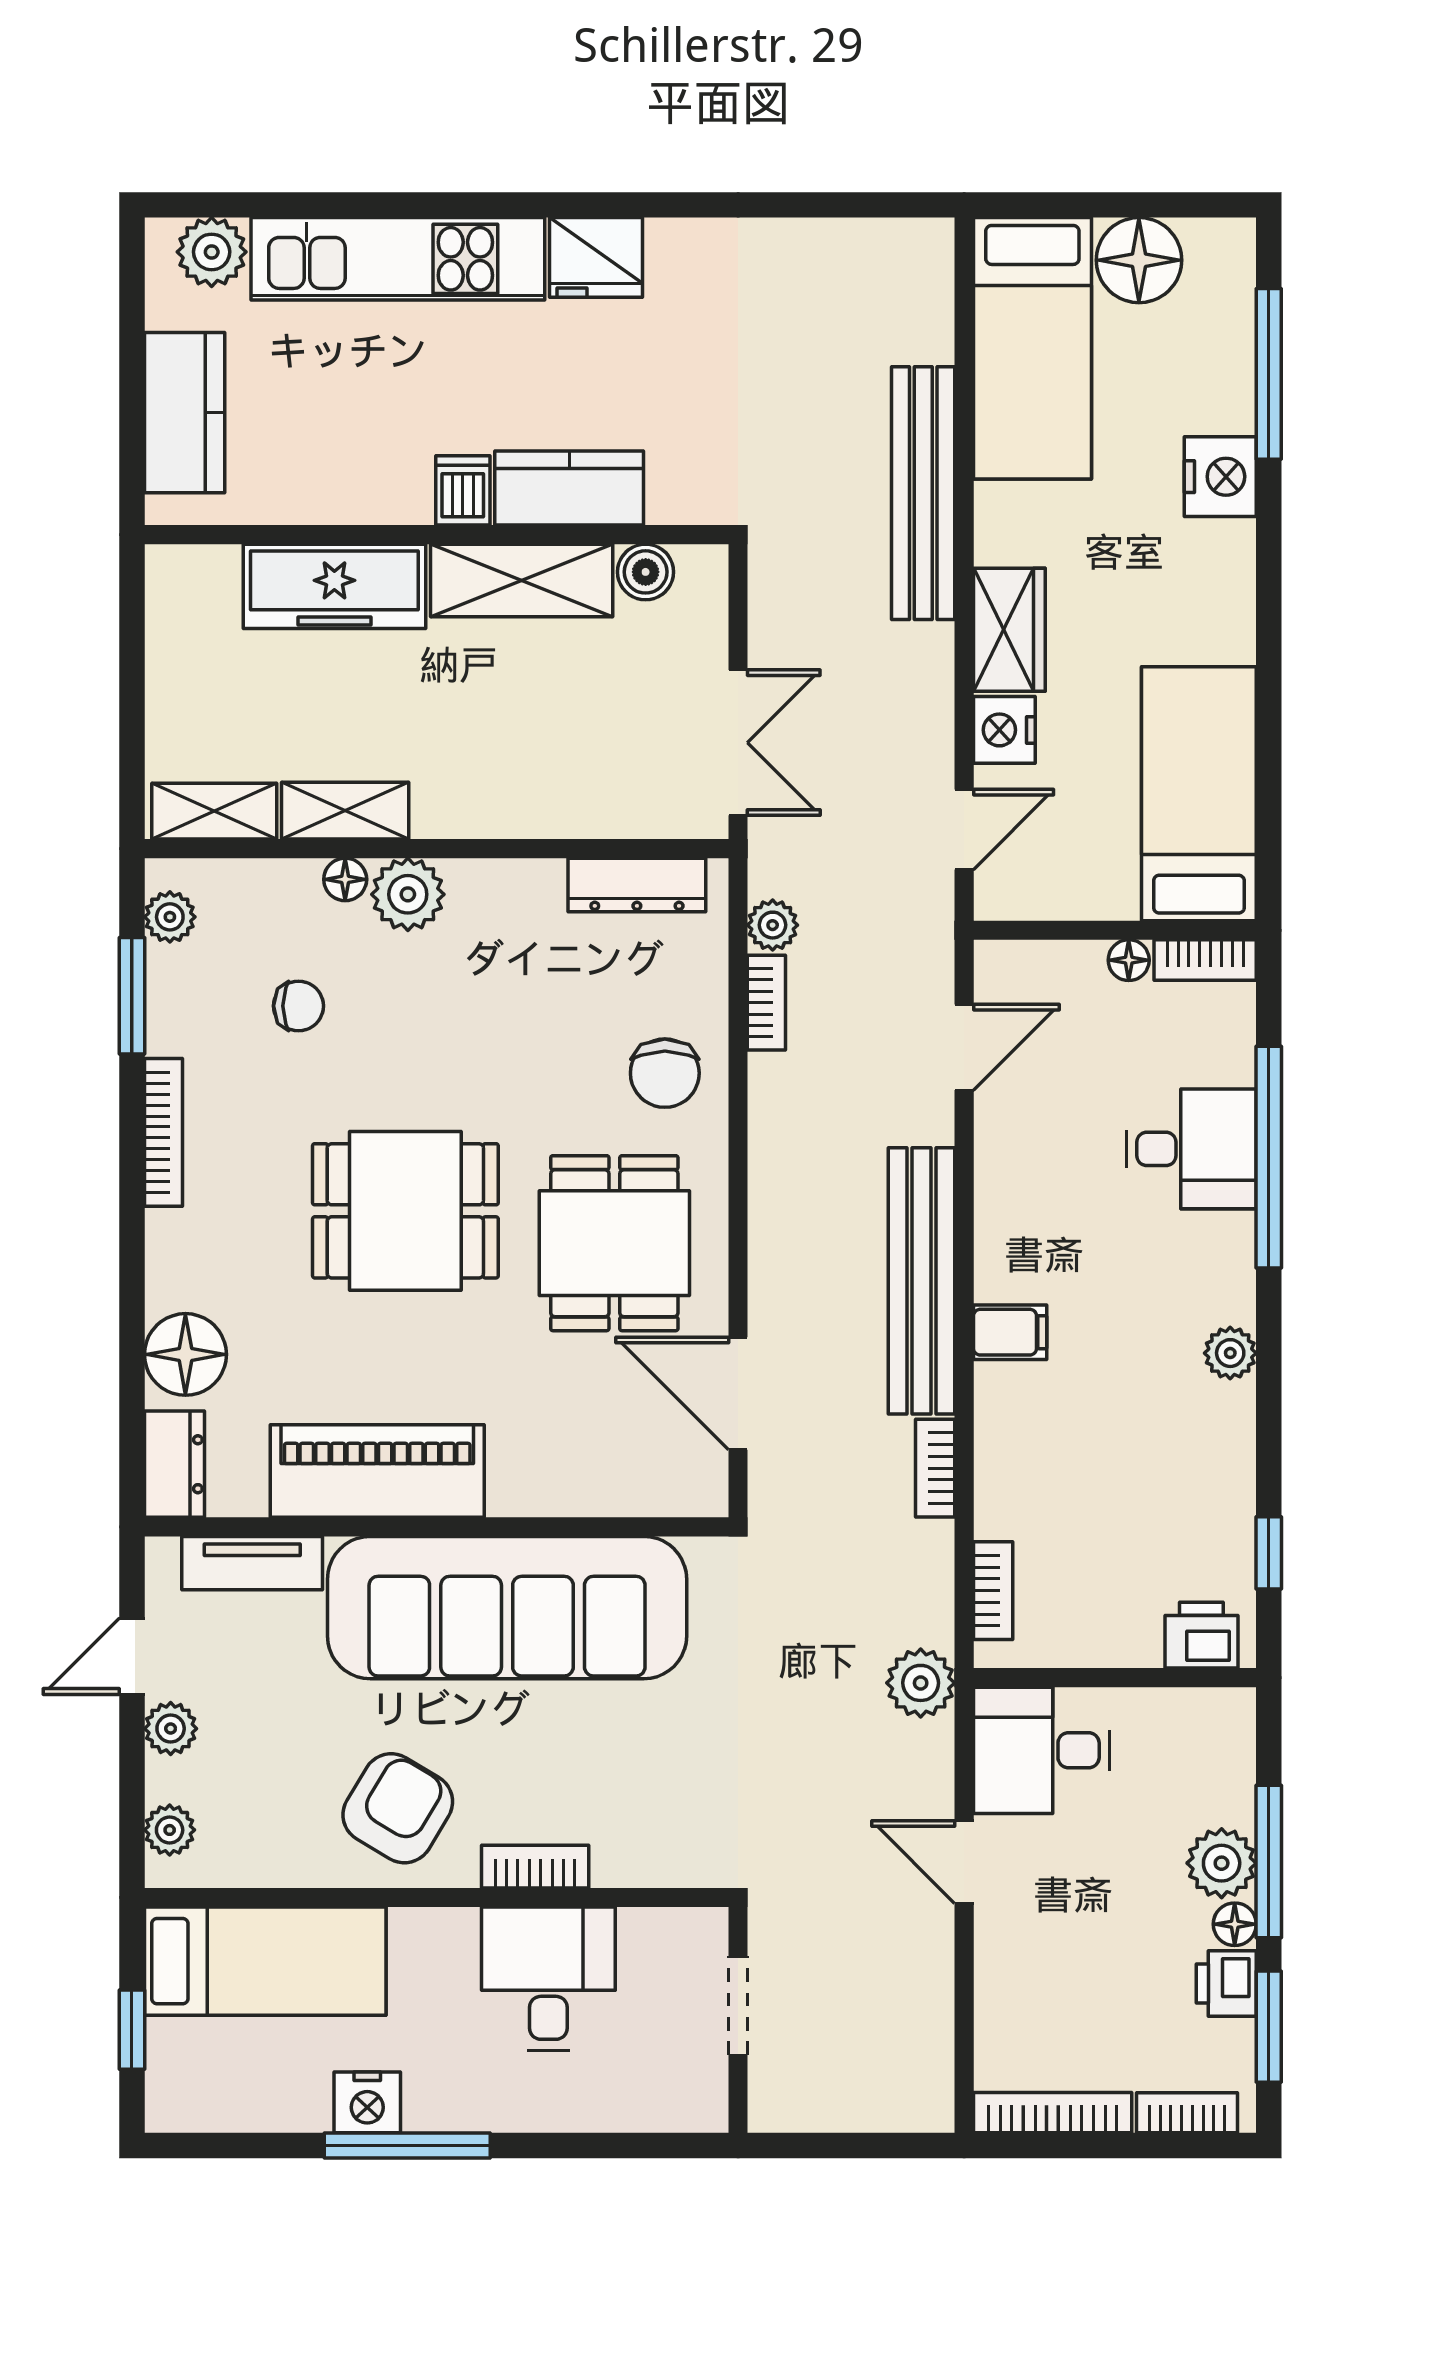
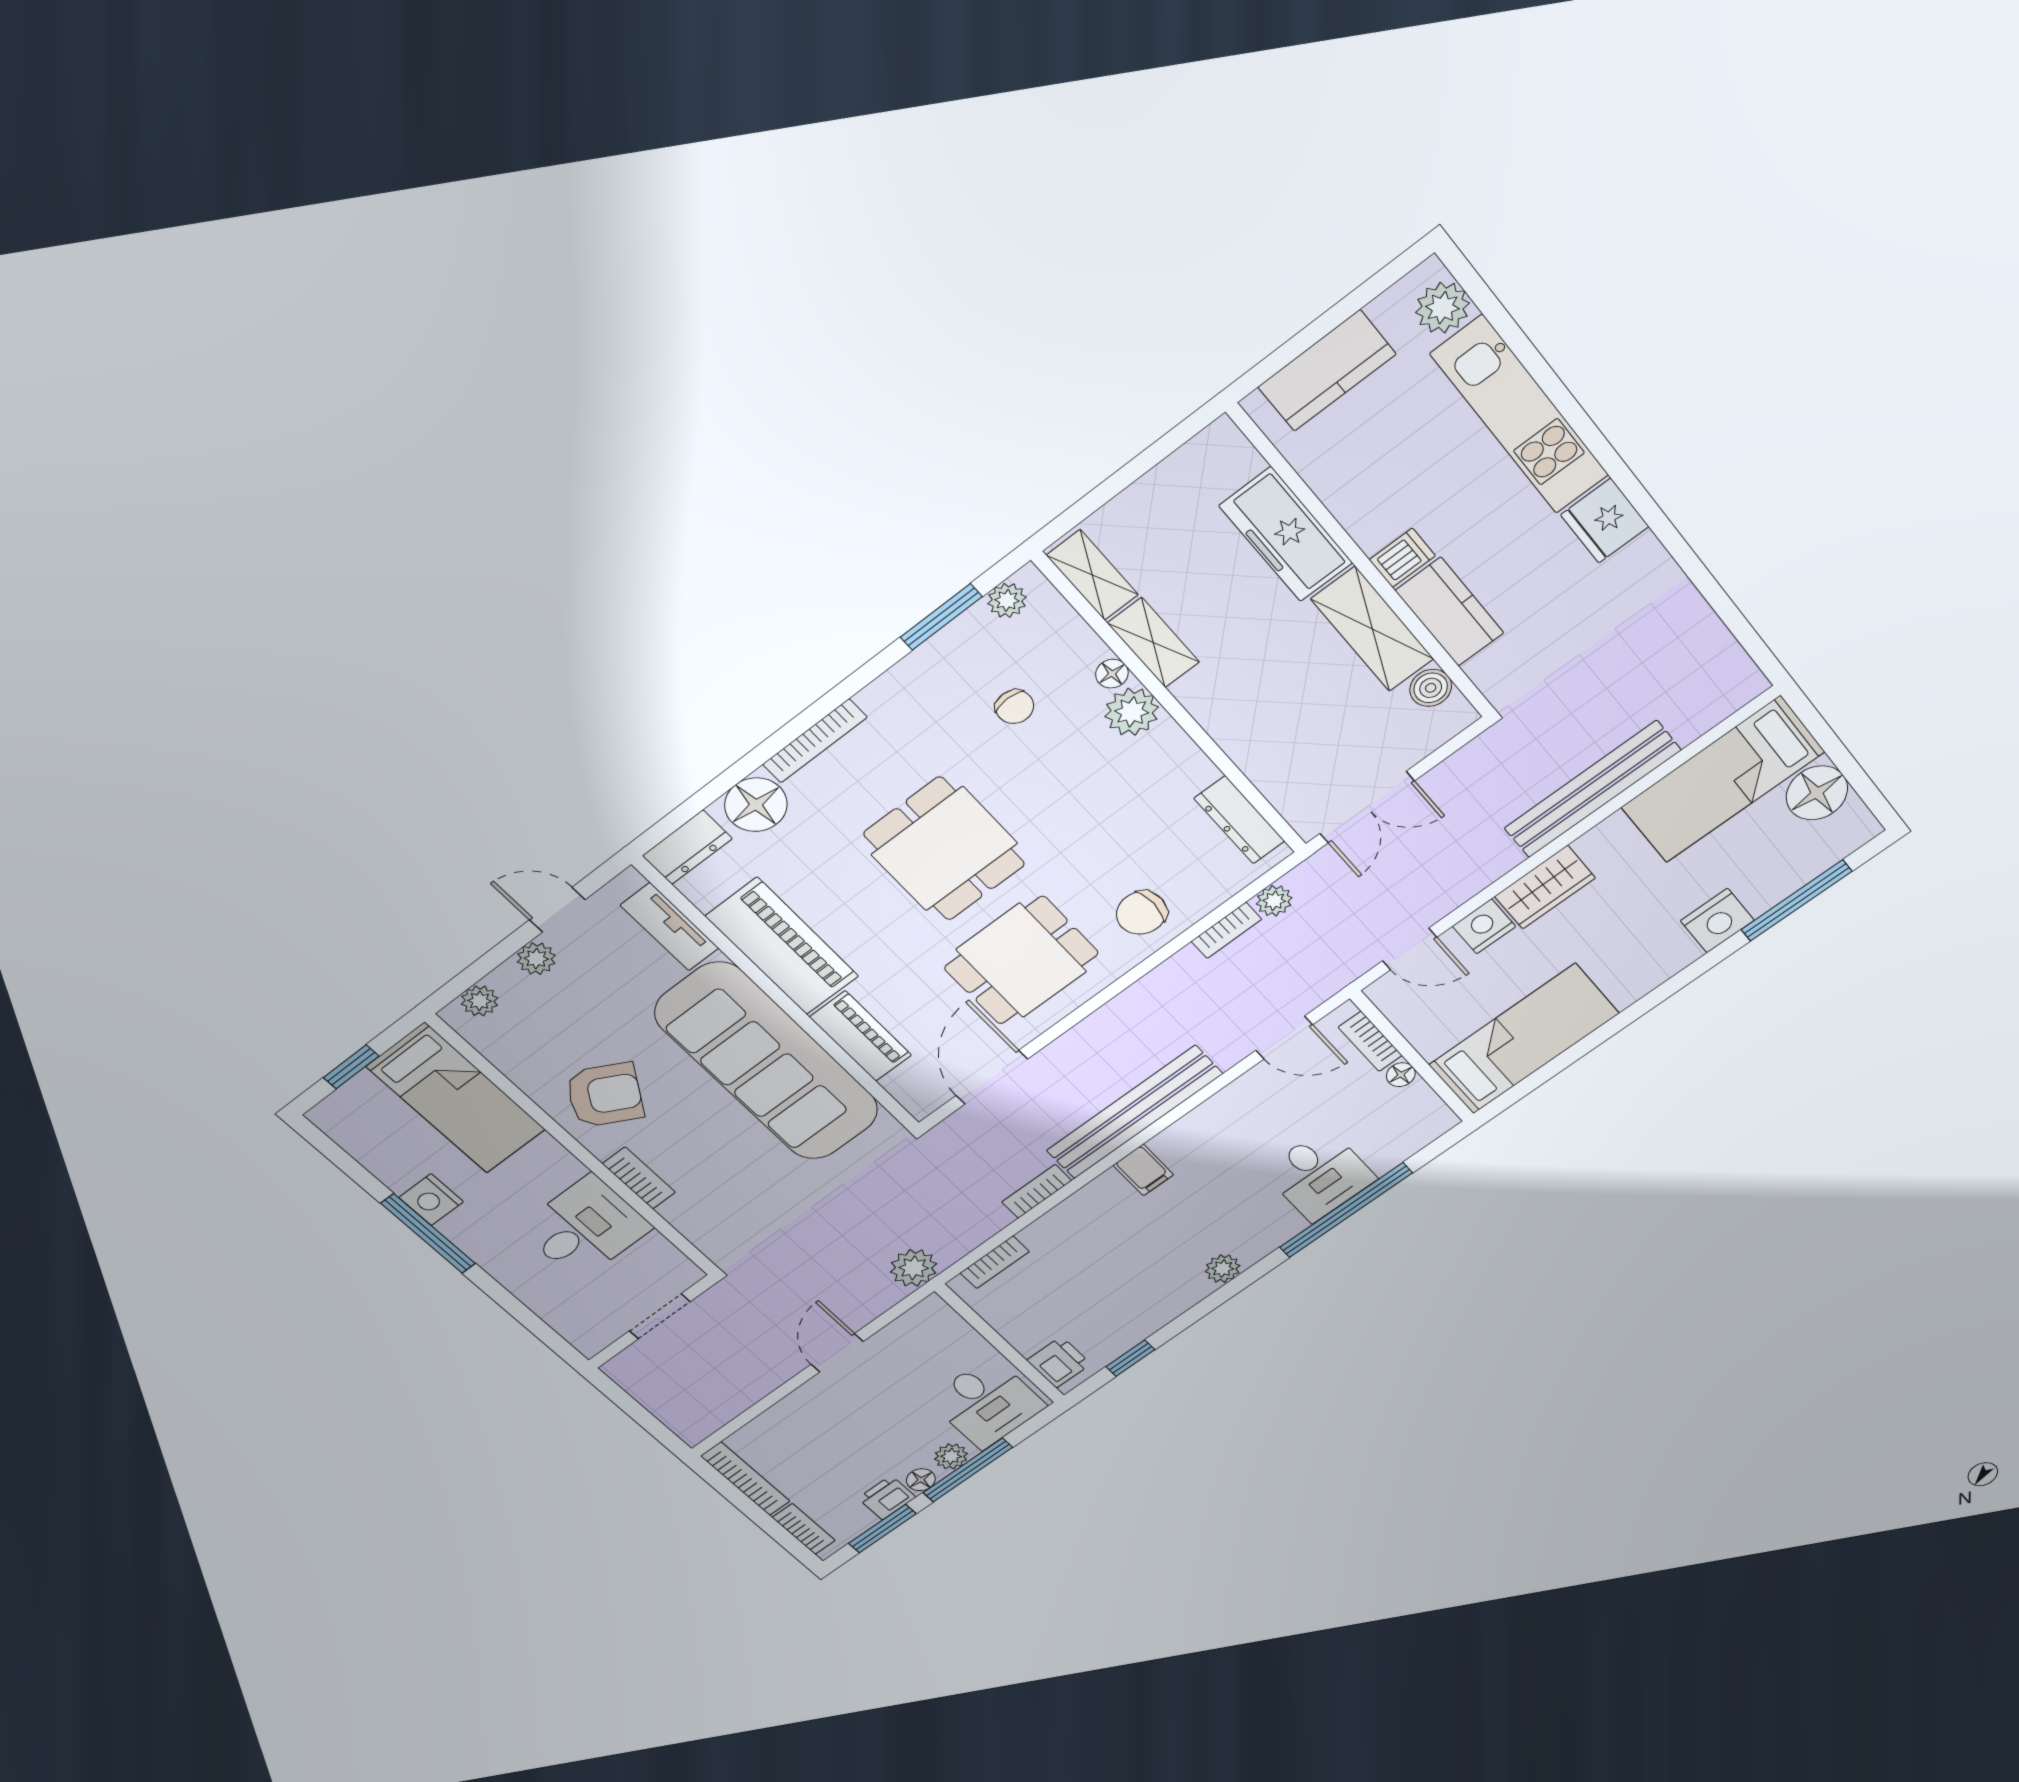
bookcase: (1205, 960) -> (1370, 1041), moved
bookcase: (163, 1132) -> (815, 741), moved
piano: (561, 1485) -> (861, 1036), added
desk: (1042, 1750) -> (987, 1403), moved, turned 180
plant: (1222, 1863) -> (951, 1456), width x0.73, depth x0.73

